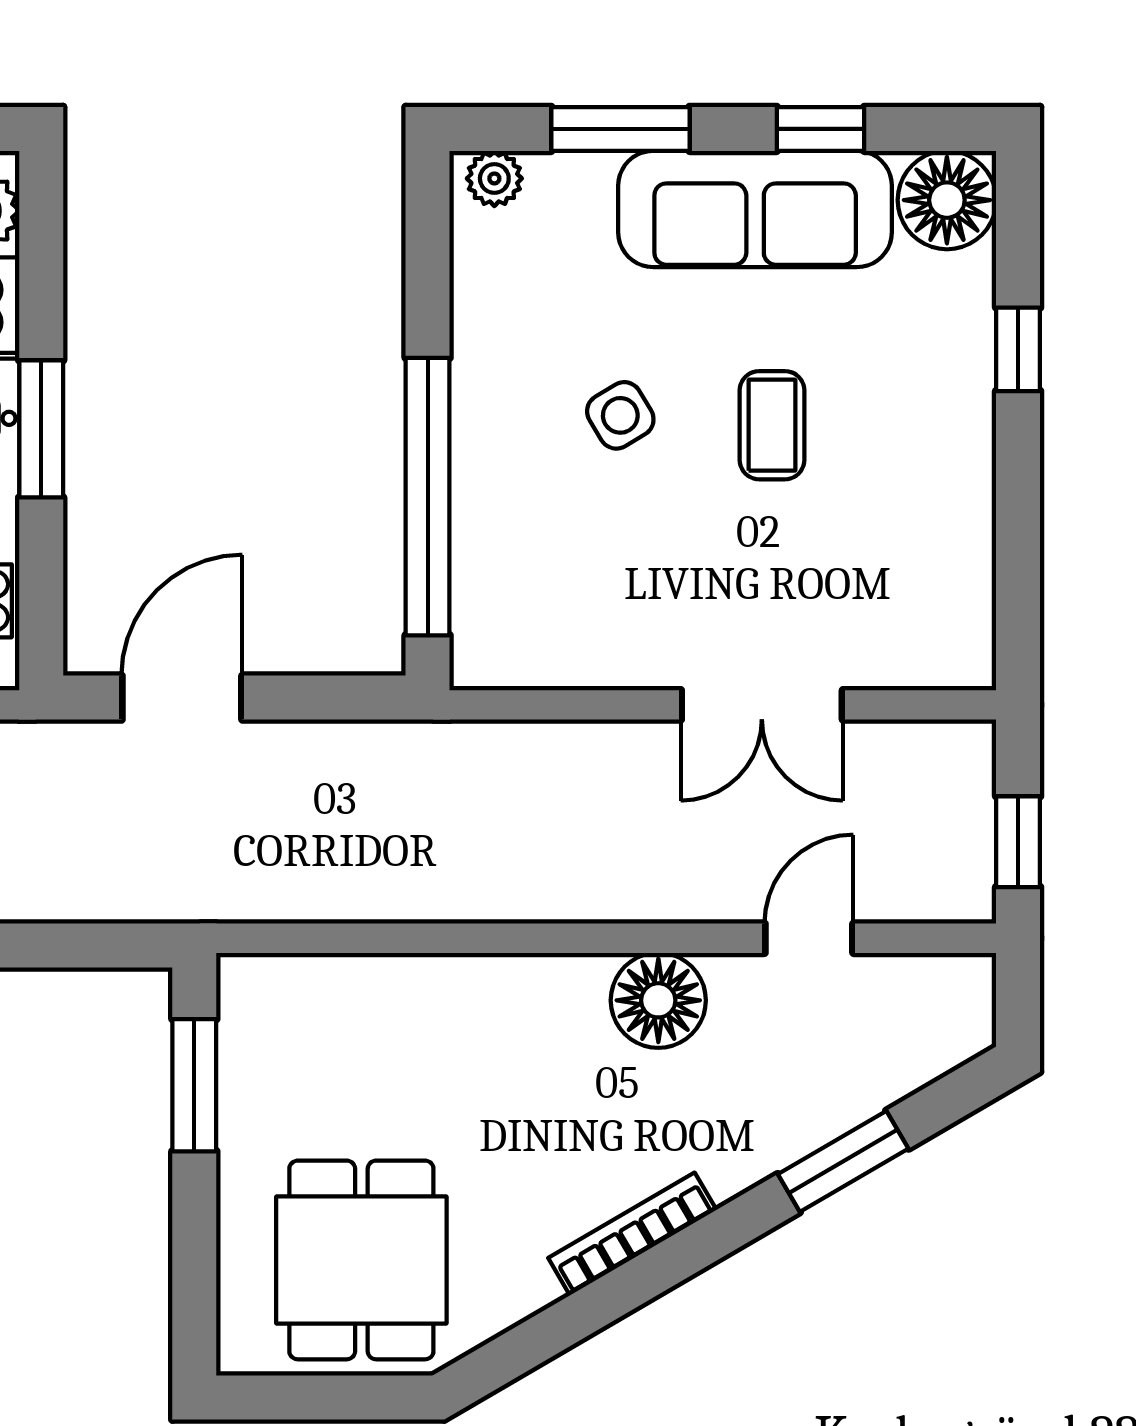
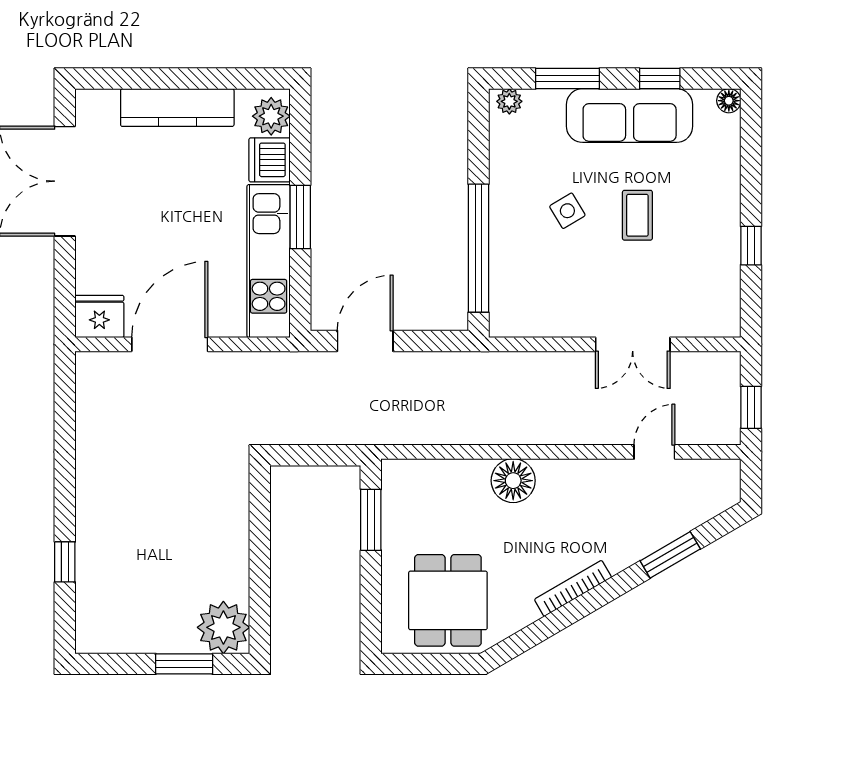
floor lamp: (947, 200) -> (729, 101), width x0.53, depth x0.53
window: (1018, 349) -> (751, 246), moved
floor lamp: (658, 1000) -> (513, 481), moved

